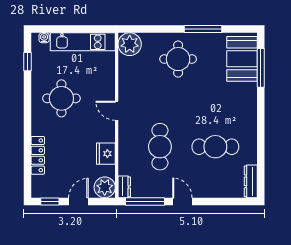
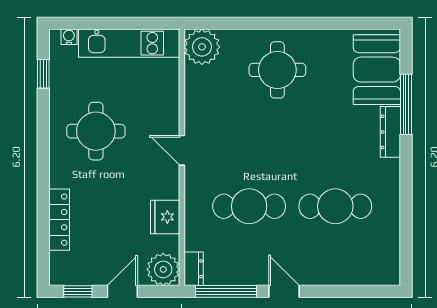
window: (203, 29) -> (316, 23), removed
window: (261, 68) -> (406, 104), moved
cafe table: (160, 147) -> (249, 206), turned 90
dresser: (251, 181) -> (390, 132), moved

